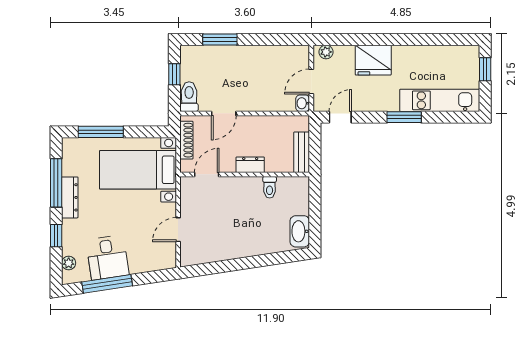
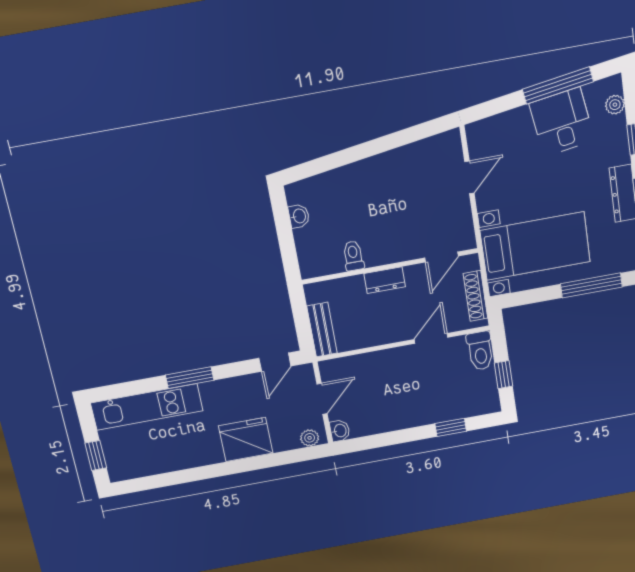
window: (220, 39) -> (451, 427), width x0.67
washbasin: (303, 103) -> (340, 431), moved
bench: (302, 152) -> (322, 330), moved
washbasin: (300, 231) -> (299, 216), width x0.52, depth x0.69

